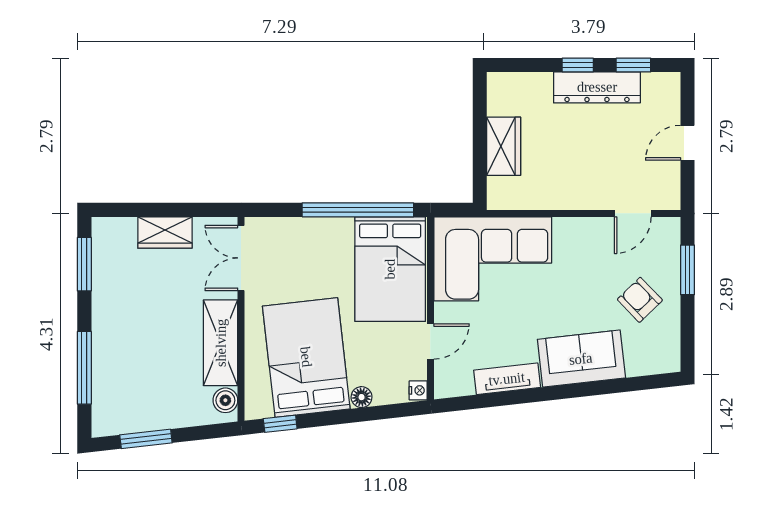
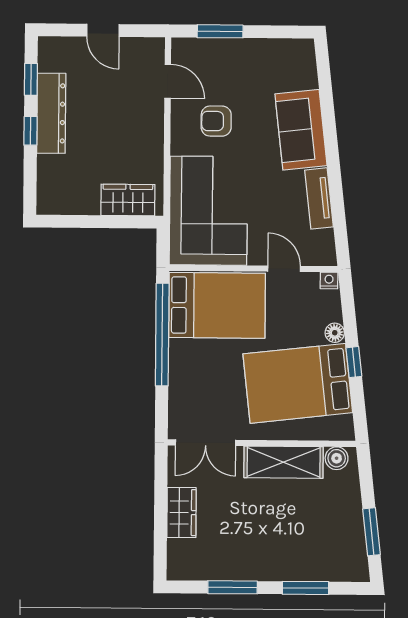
wardrobe: (504, 146) -> (128, 200), moved
window: (84, 264) -> (233, 587), moved
armchair: (640, 300) -> (216, 121), moved, turned 44
window: (84, 368) -> (306, 588), width x0.69
window: (280, 424) -> (354, 362), moved

